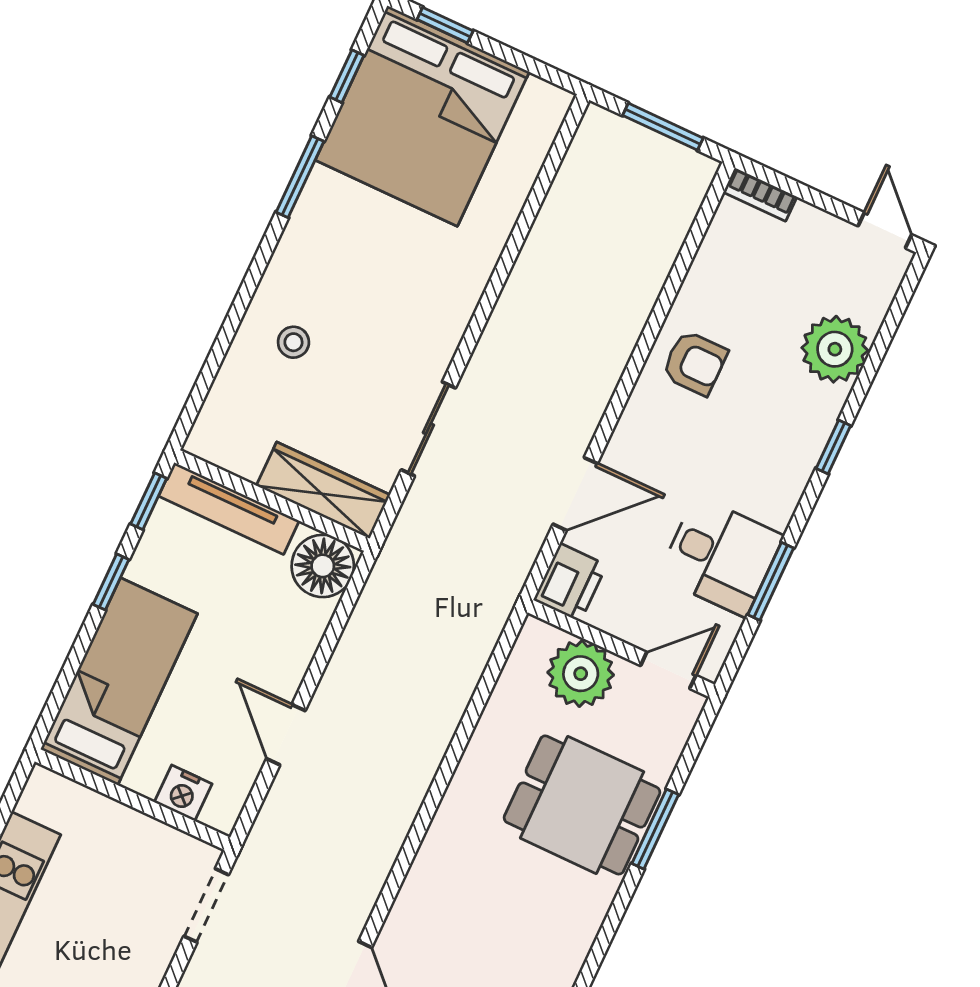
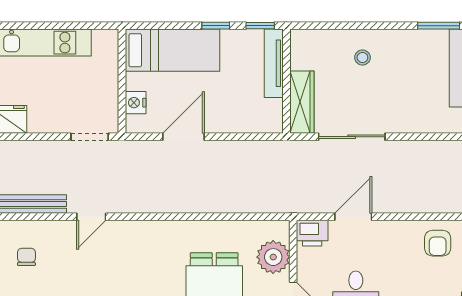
sliding door: (428, 429) -> (352, 137), width x1.37
door: (575, 494) -> (353, 217), swing flipped
floor lamp: (323, 566) -> (268, 118), removed
door: (286, 735) -> (184, 137), width x1.37

